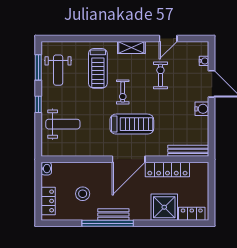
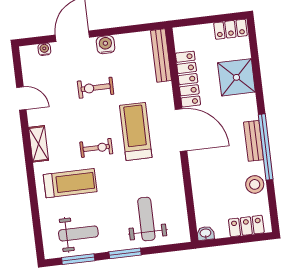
exercise bike: (160, 75) -> (96, 88), moved
window: (38, 104) -> (125, 253), width x1.50
stool: (83, 194) -> (255, 184), moved
locker: (192, 214) -> (230, 29), moved, turned -90

